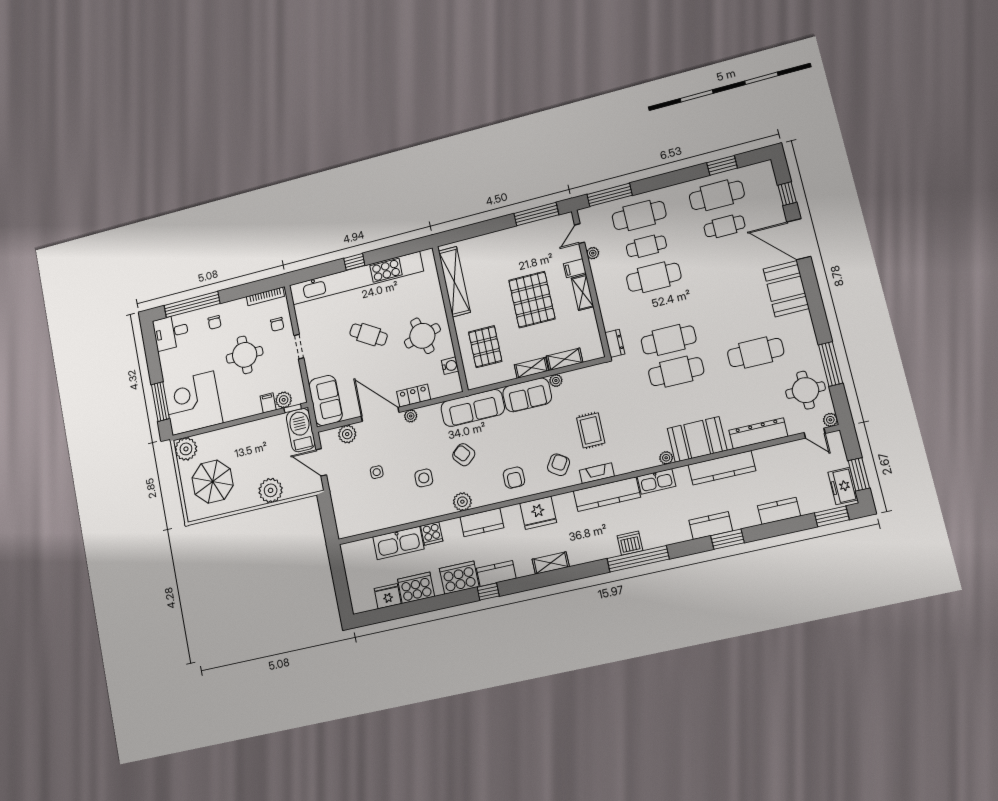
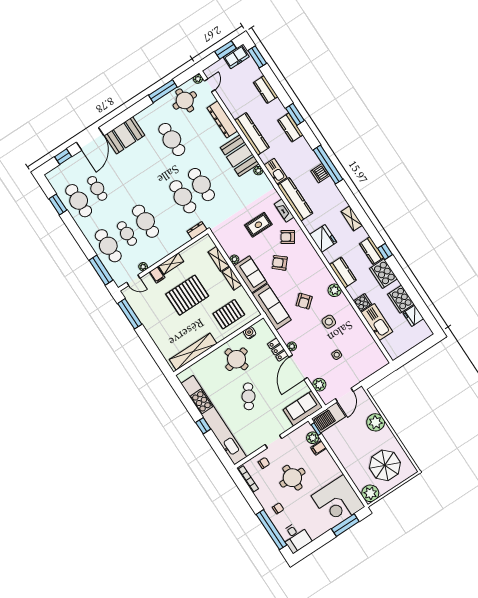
armchair: (514, 478) -> (280, 263), moved, turned -139

